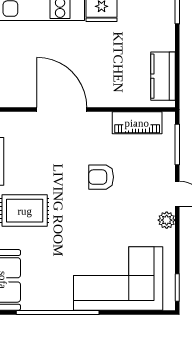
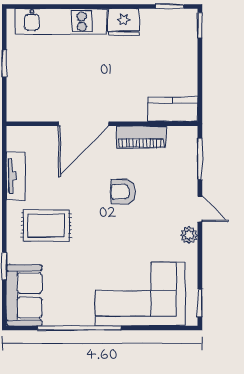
kitchen counter: (163, 76) -> (173, 109), moved, turned 90
door: (62, 110) -> (84, 124), swing flipped
piano: (137, 123) -> (141, 137), moved

